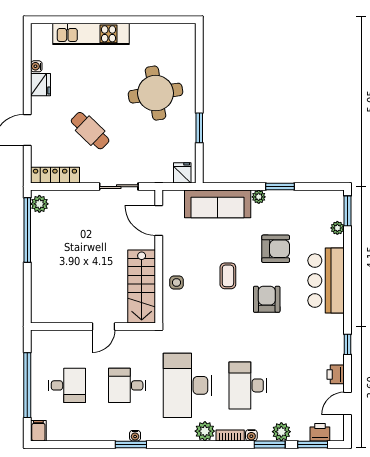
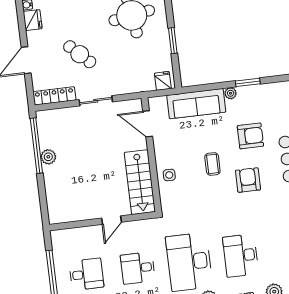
sliding door: (119, 187) -> (96, 101), moved
plant: (39, 204) -> (48, 157), moved

